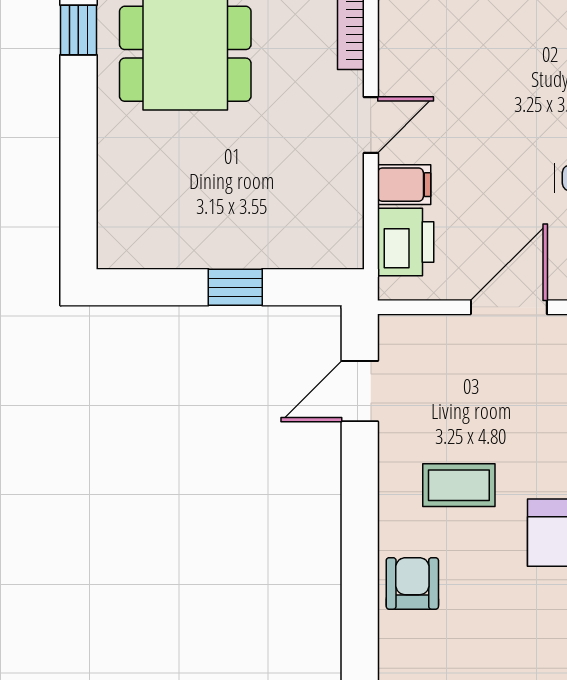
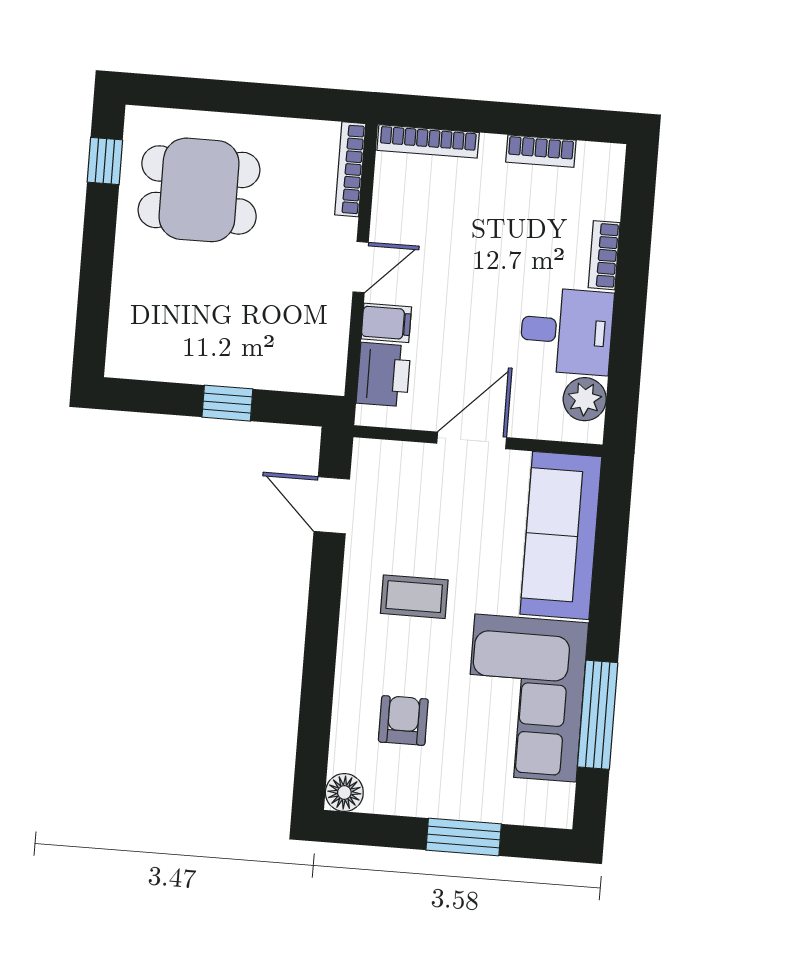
door: (360, 391) -> (332, 505), hinge flipped
armchair: (412, 583) -> (403, 720), moved

